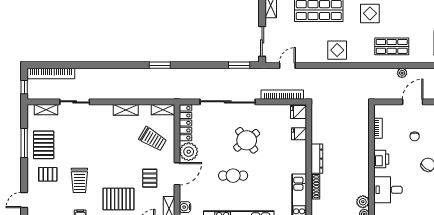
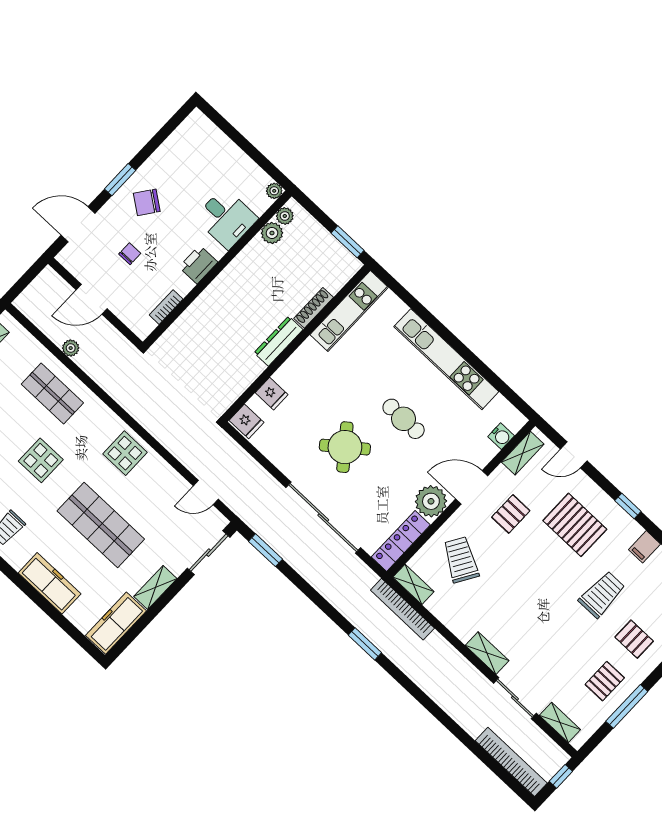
bookcase: (282, 95) -> (402, 609), moved
shelving: (126, 110) -> (487, 653), moved
pallet: (44, 145) -> (605, 681), width x0.67, depth x0.71

